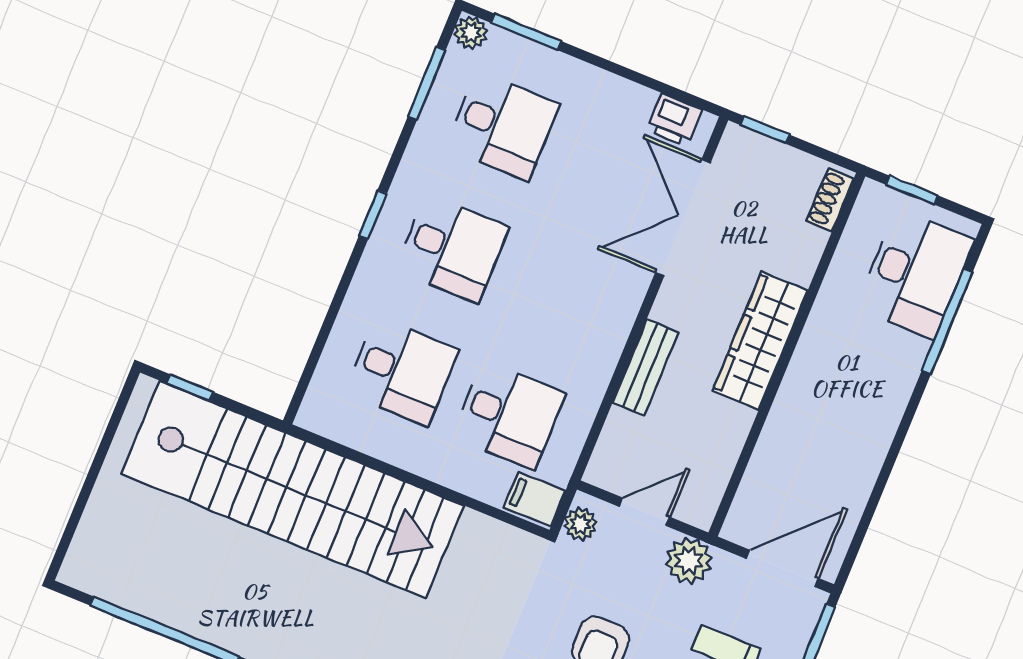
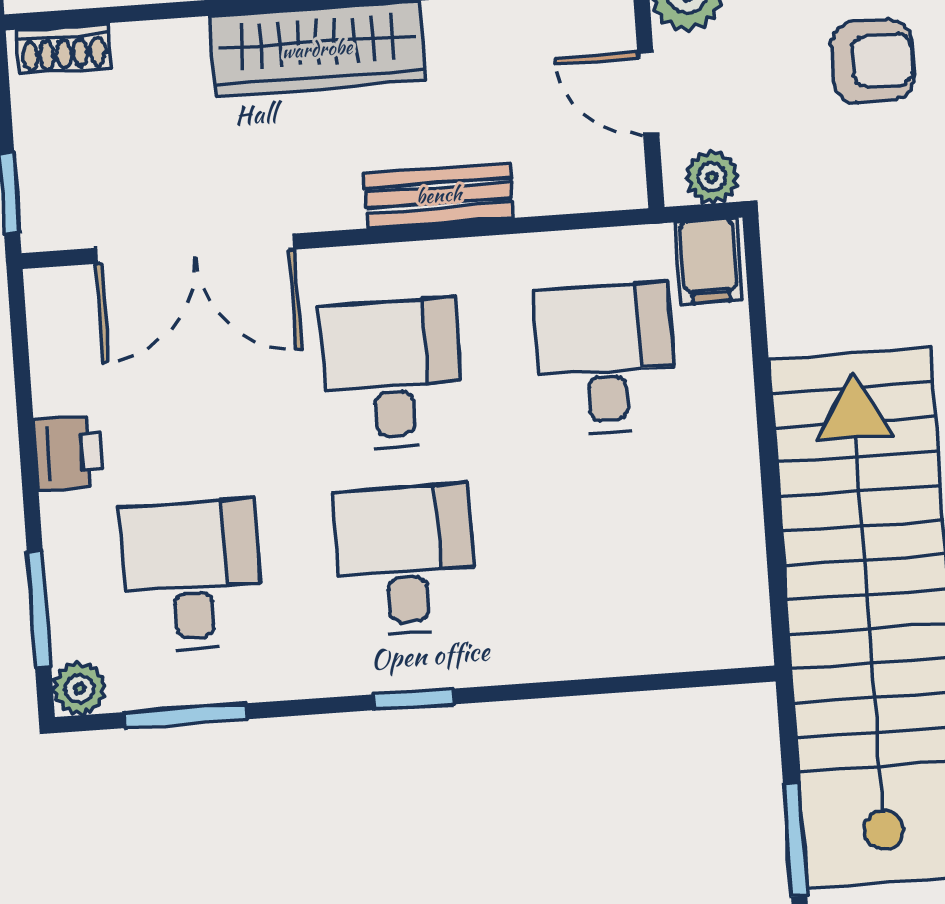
printer: (675, 120) -> (68, 453), moved
desk: (402, 371) -> (392, 374), moved
window: (190, 388) -> (795, 840), width x1.50

